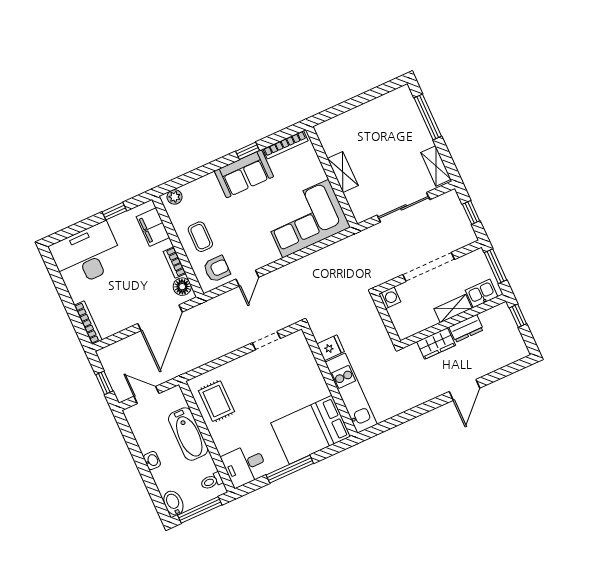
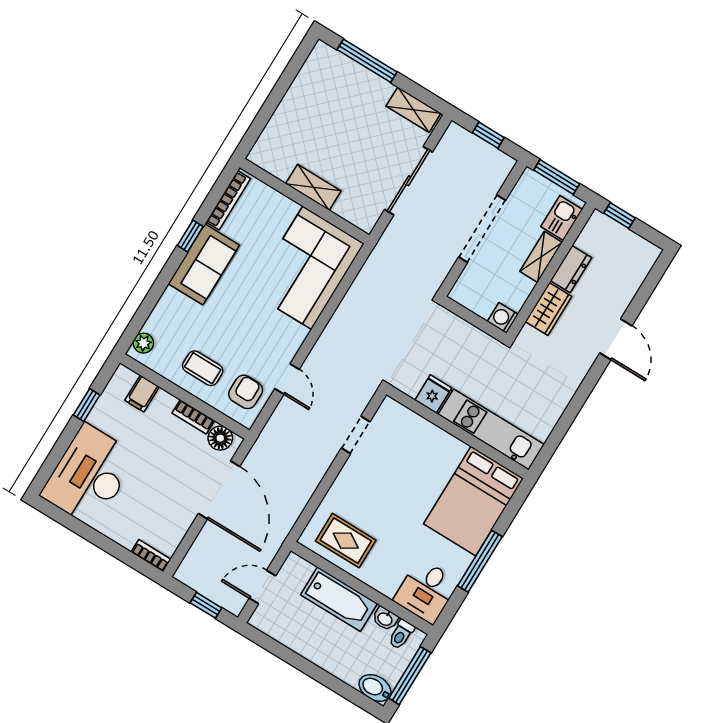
filing cabinet: (153, 227) -> (142, 394), width x0.50
washing machine: (390, 298) -> (503, 318), moved, turned -90
bookcase: (88, 323) -> (151, 556), width x0.64
washbasin: (152, 461) -> (385, 619), moved, turned 180

